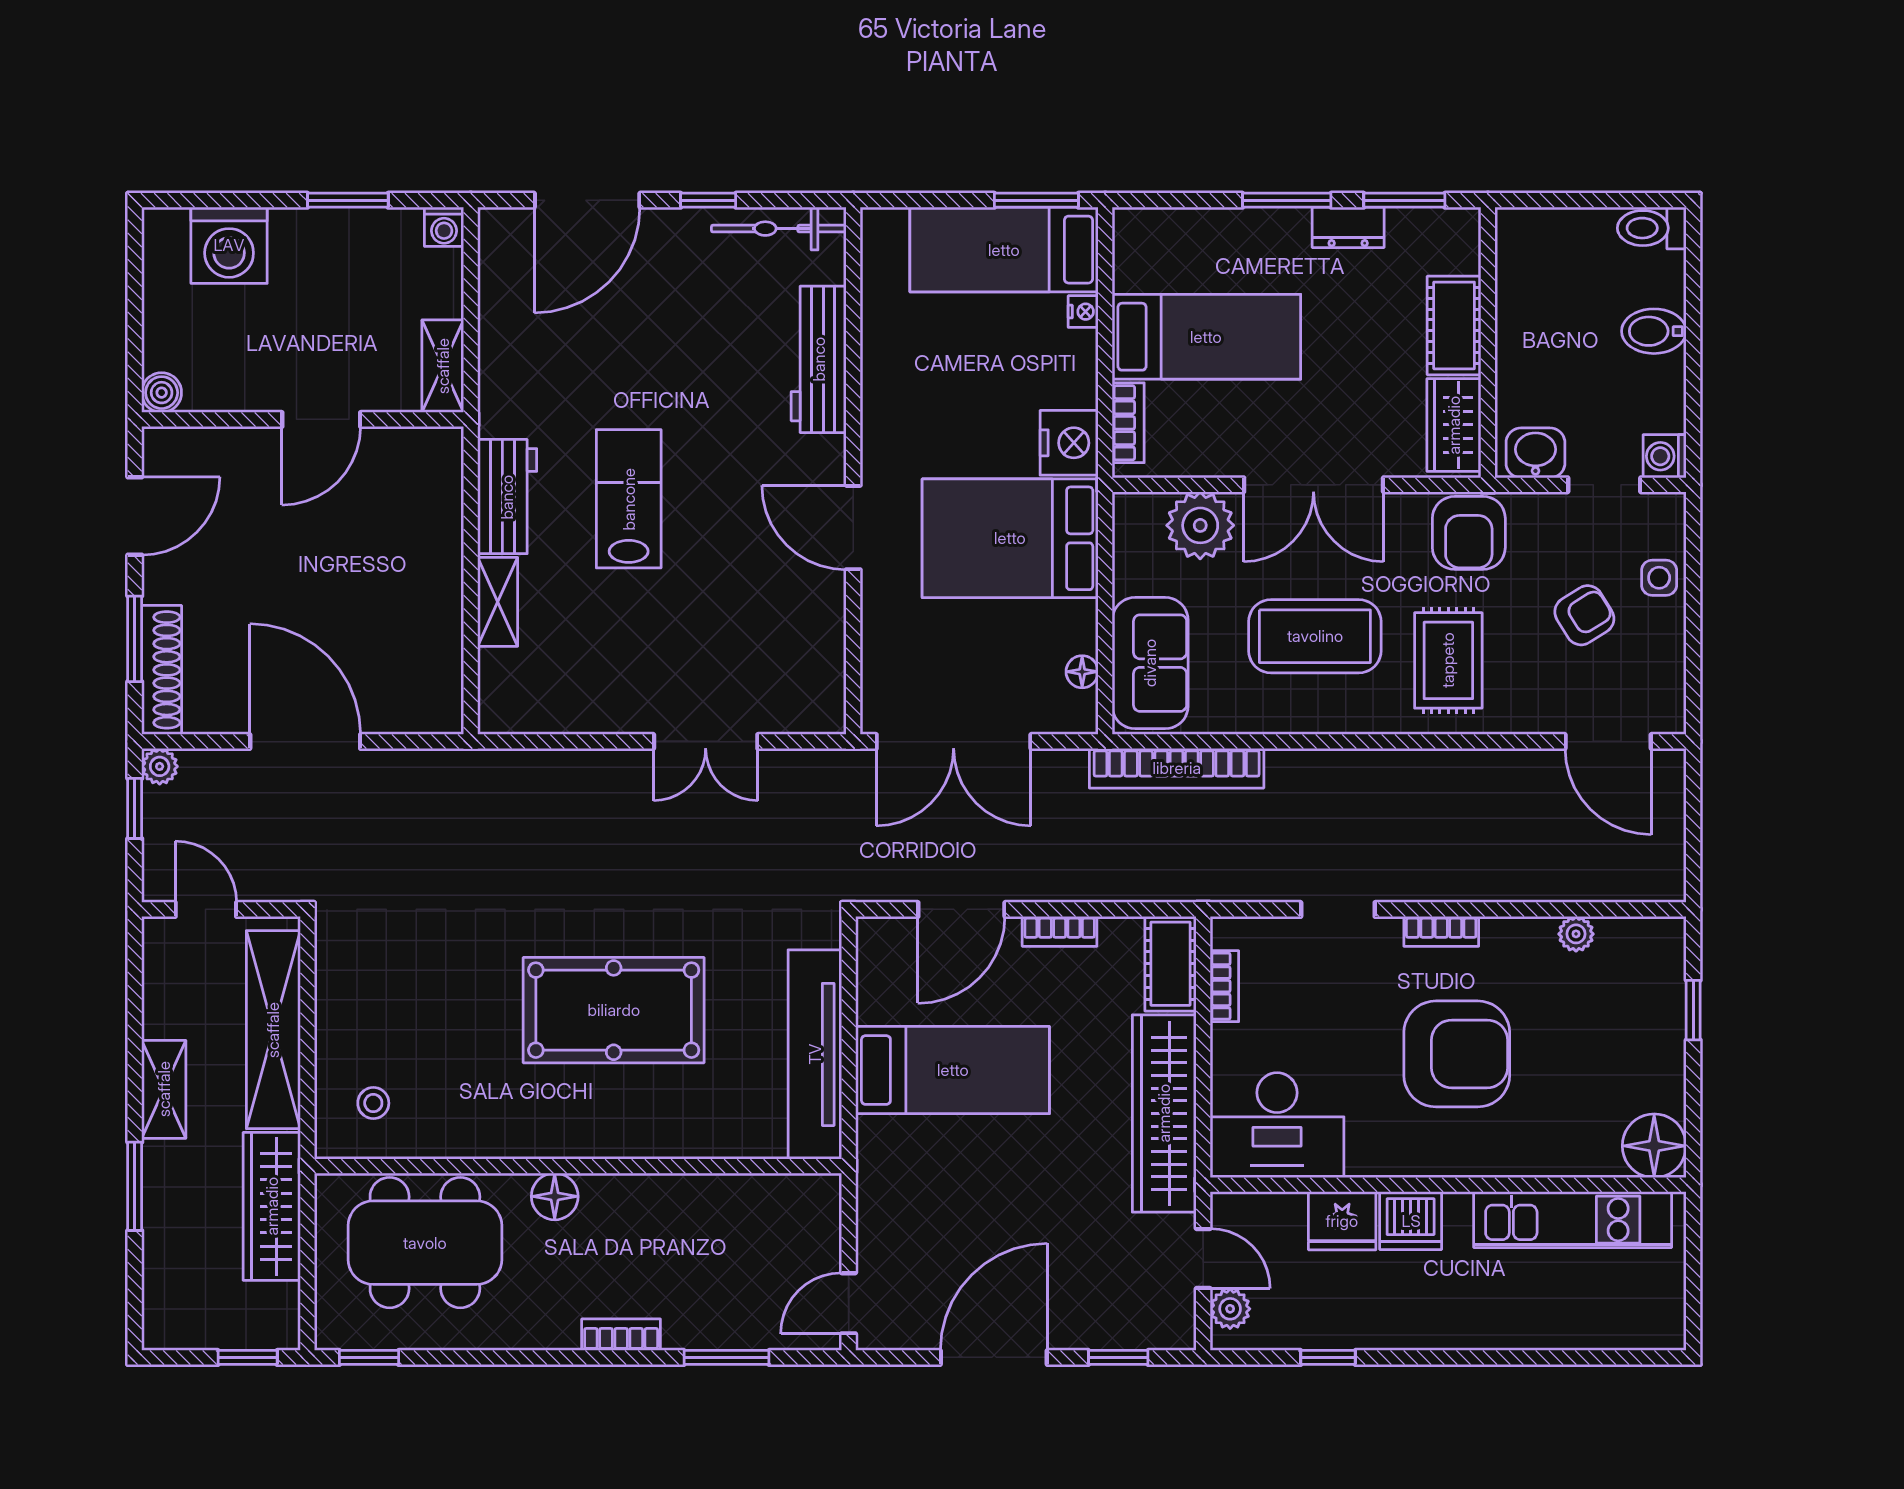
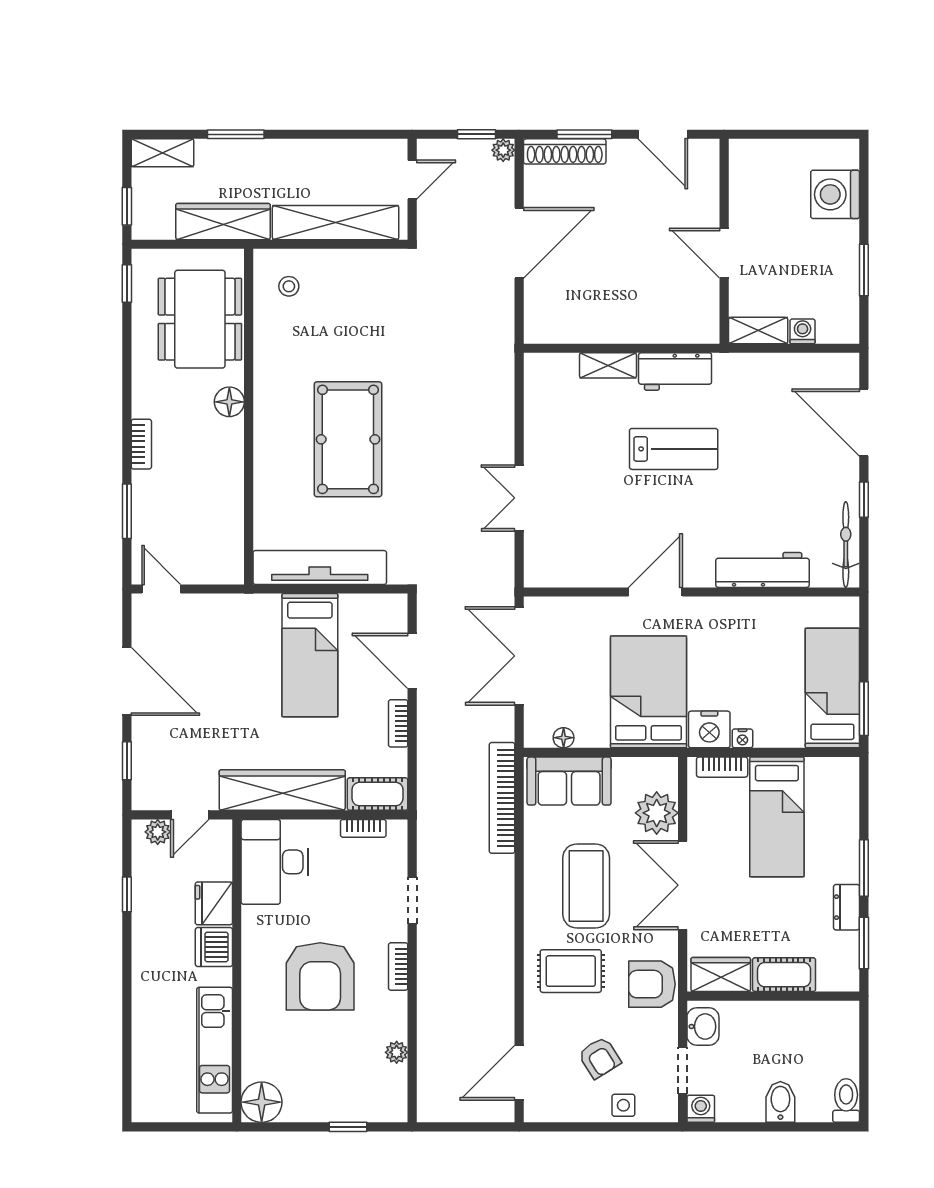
washing machine: (444, 227) -> (803, 331), moved, turned 90
nightstand: (1083, 312) -> (742, 738), moved
boiler: (162, 393) -> (741, 151), removed
shelving: (164, 1089) -> (162, 153), moved

